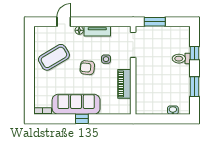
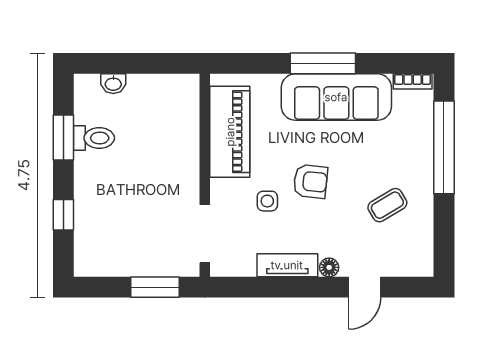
coffee table: (54, 57) -> (387, 205), width x0.54, depth x0.58
toilet: (181, 59) -> (94, 138), moved
window: (29, 82) -> (444, 147), added
piano: (124, 84) -> (230, 132), width x1.37, depth x1.33
window: (82, 119) -> (323, 63), width x2.17

